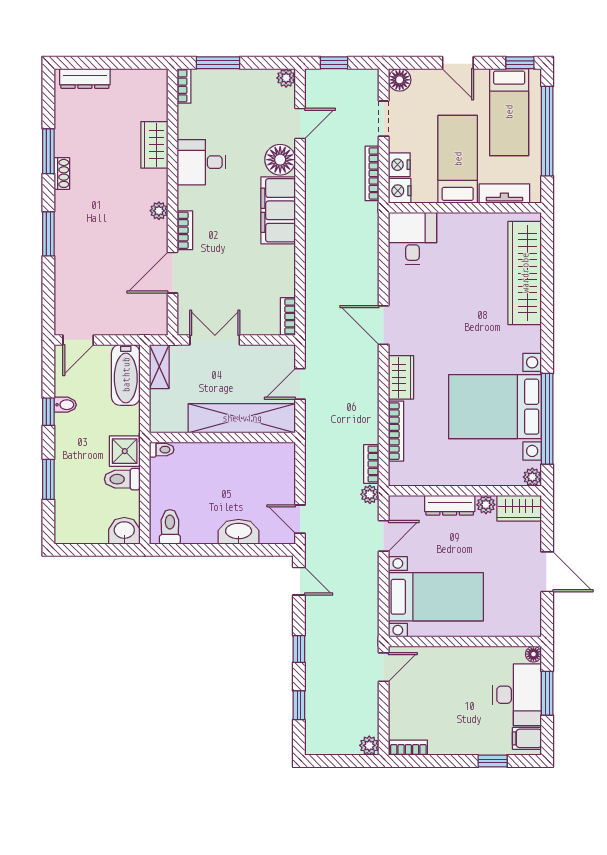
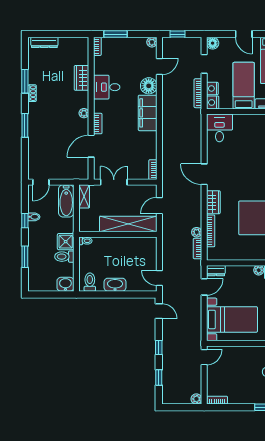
plant: (370, 494) -> (197, 232), moved
dresser: (450, 505) -> (216, 271), moved, width x0.70
washbasin: (239, 532) -> (115, 285), moved

